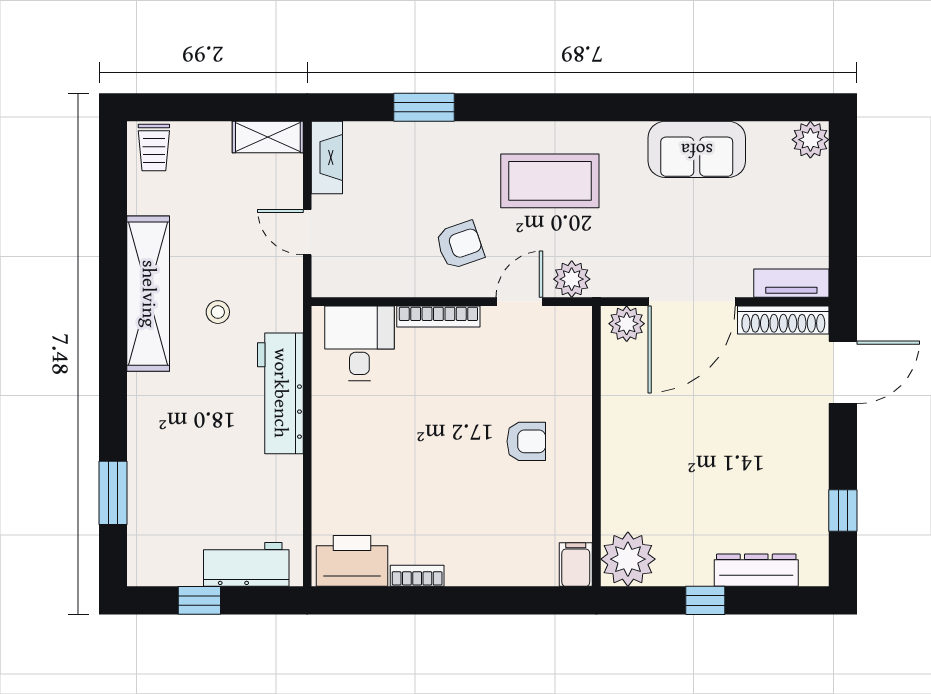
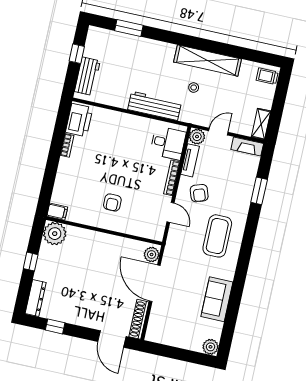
plant: (572, 279) -> (197, 137), moved
tv unit: (791, 283) -> (190, 160), moved
dresser: (756, 570) -> (36, 298), moved

